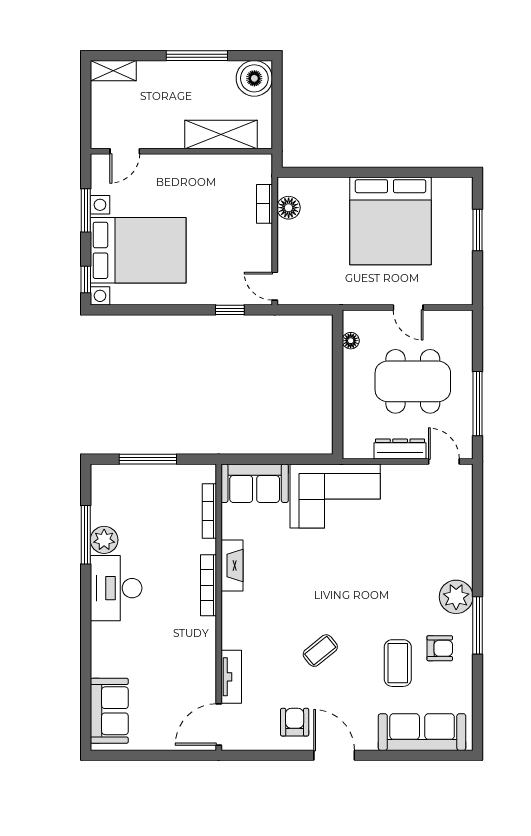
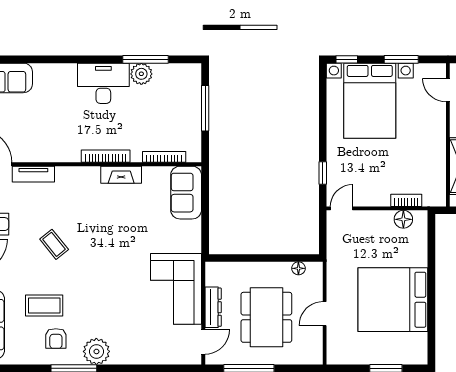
corner sofa: (335, 496) -> (176, 289), moved

